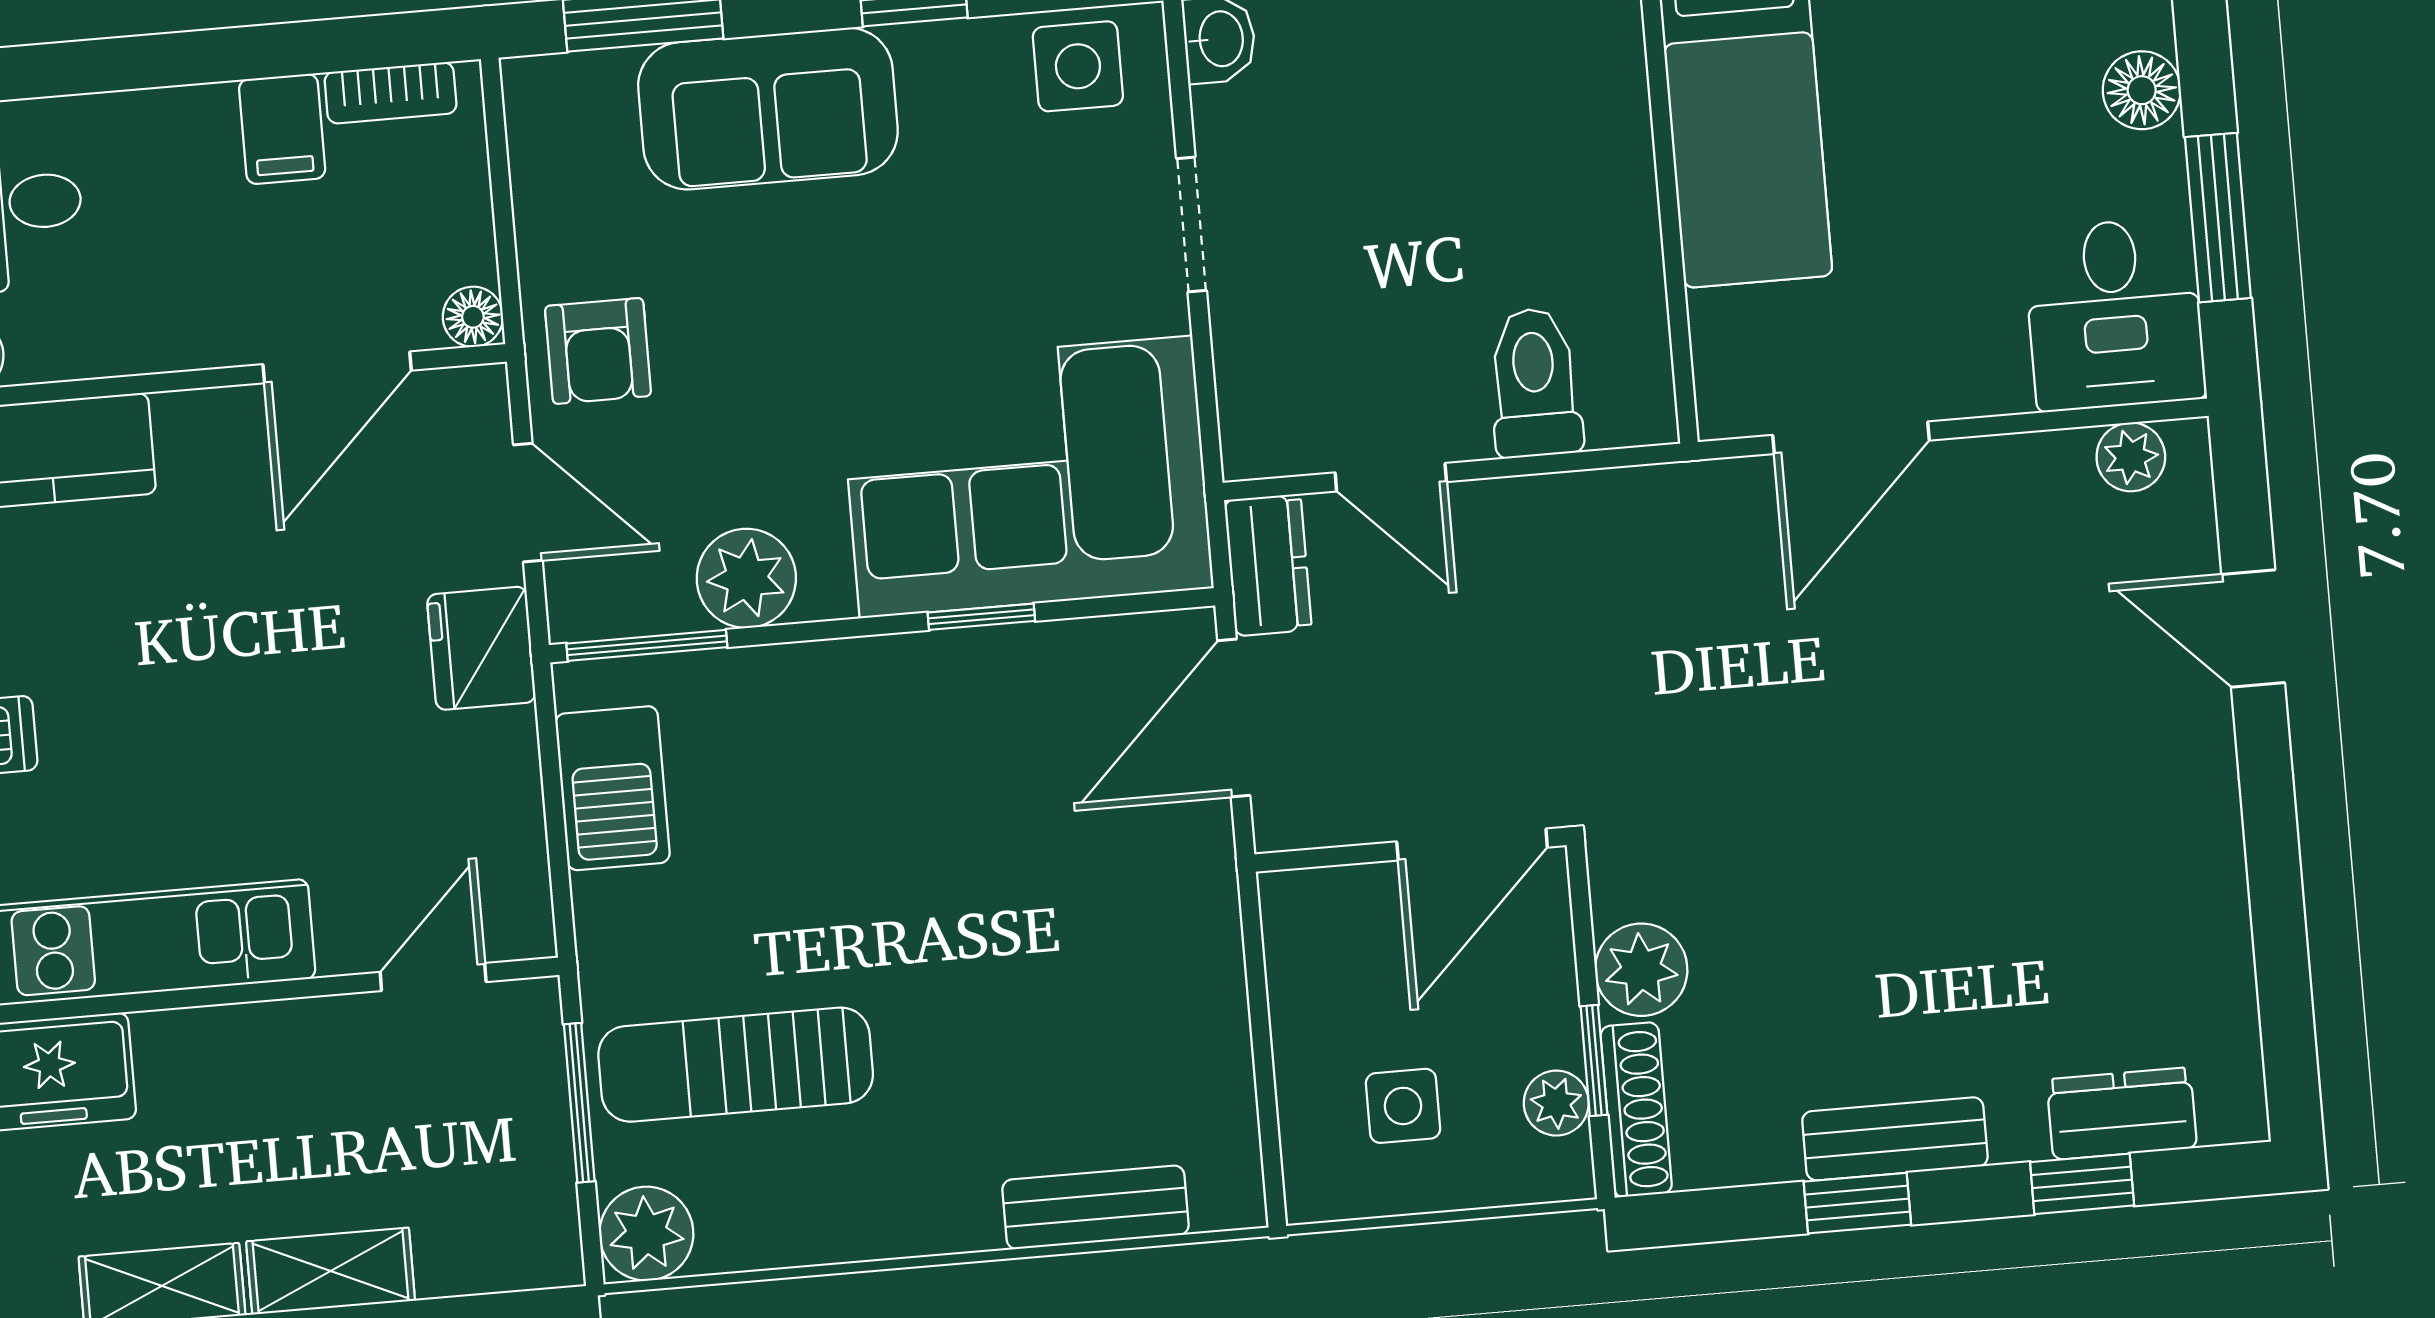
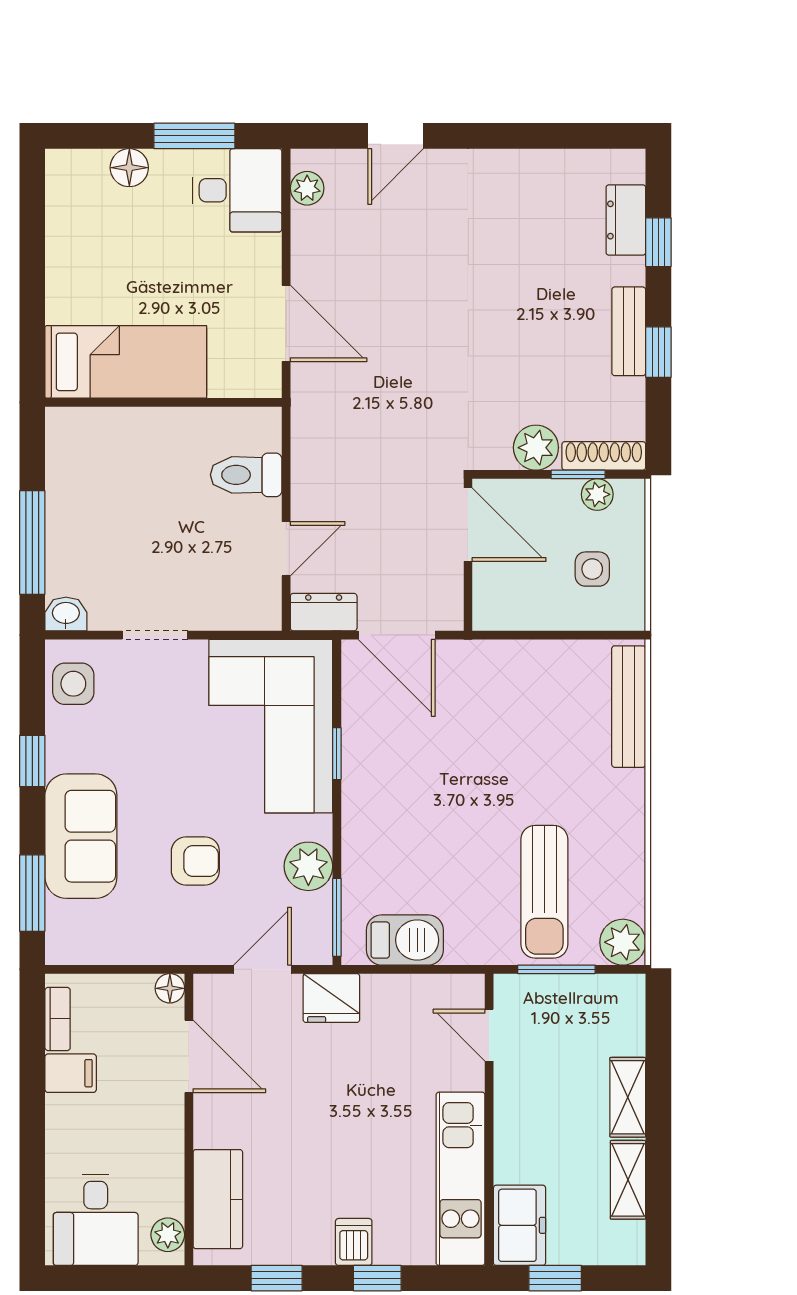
armchair: (598, 351) -> (195, 861), moved
bench: (1095, 1207) -> (629, 707), width x1.36

